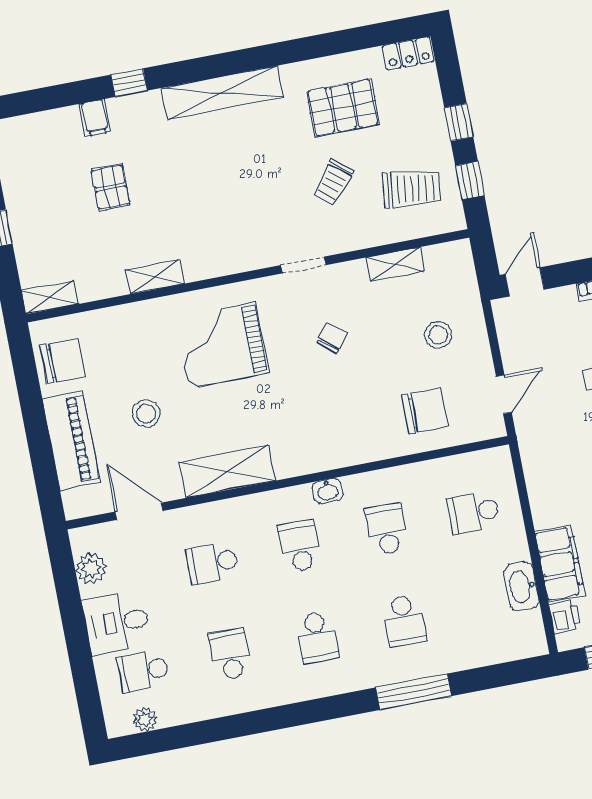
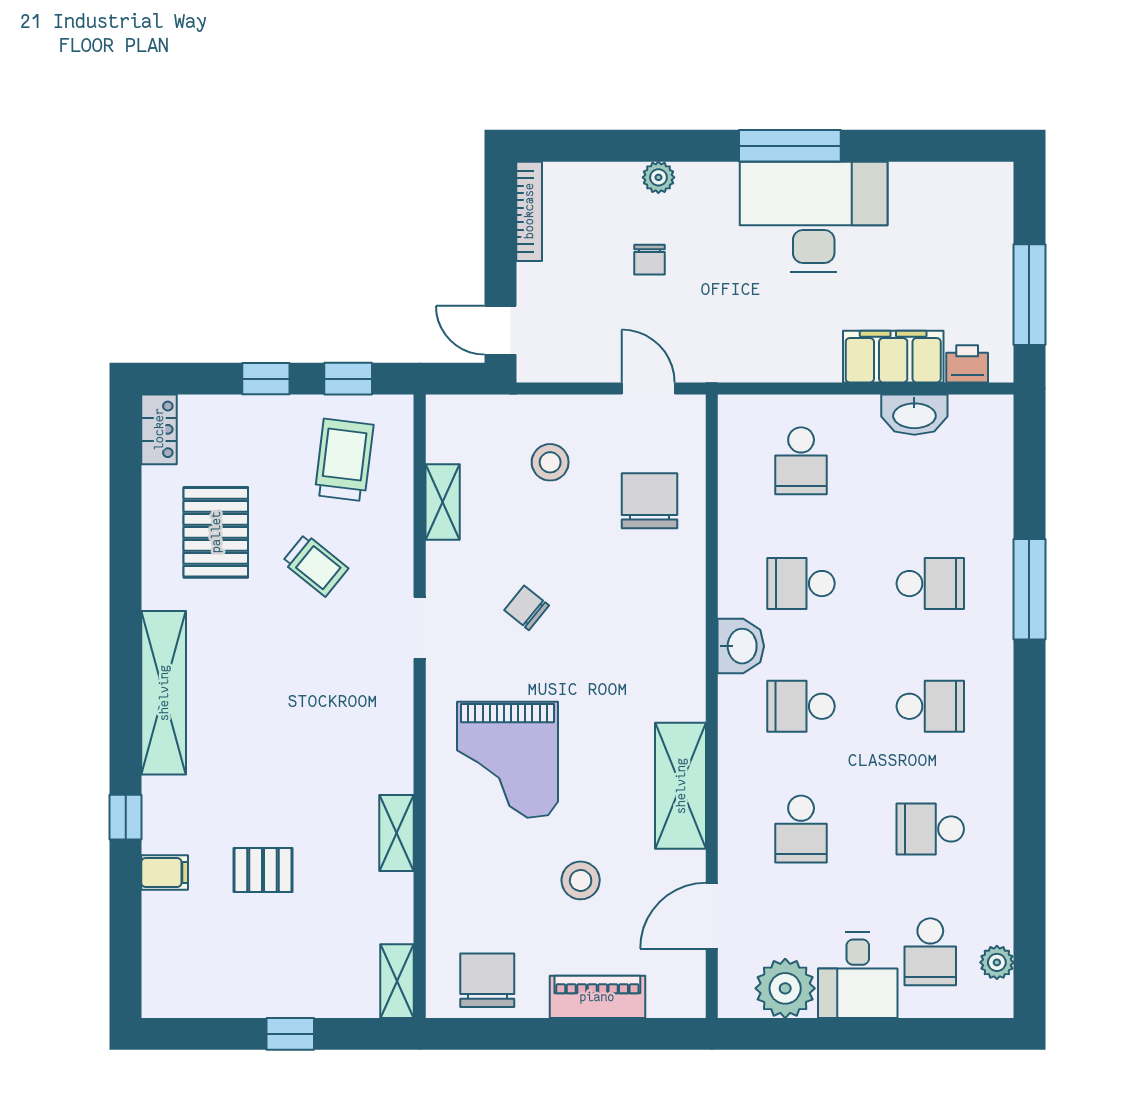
piano: (71, 440) -> (597, 997), width x0.73, depth x0.75
washbasin: (328, 491) -> (741, 646), width x1.38, depth x1.45
plant: (91, 569) -> (785, 988), width x1.36, depth x1.36

